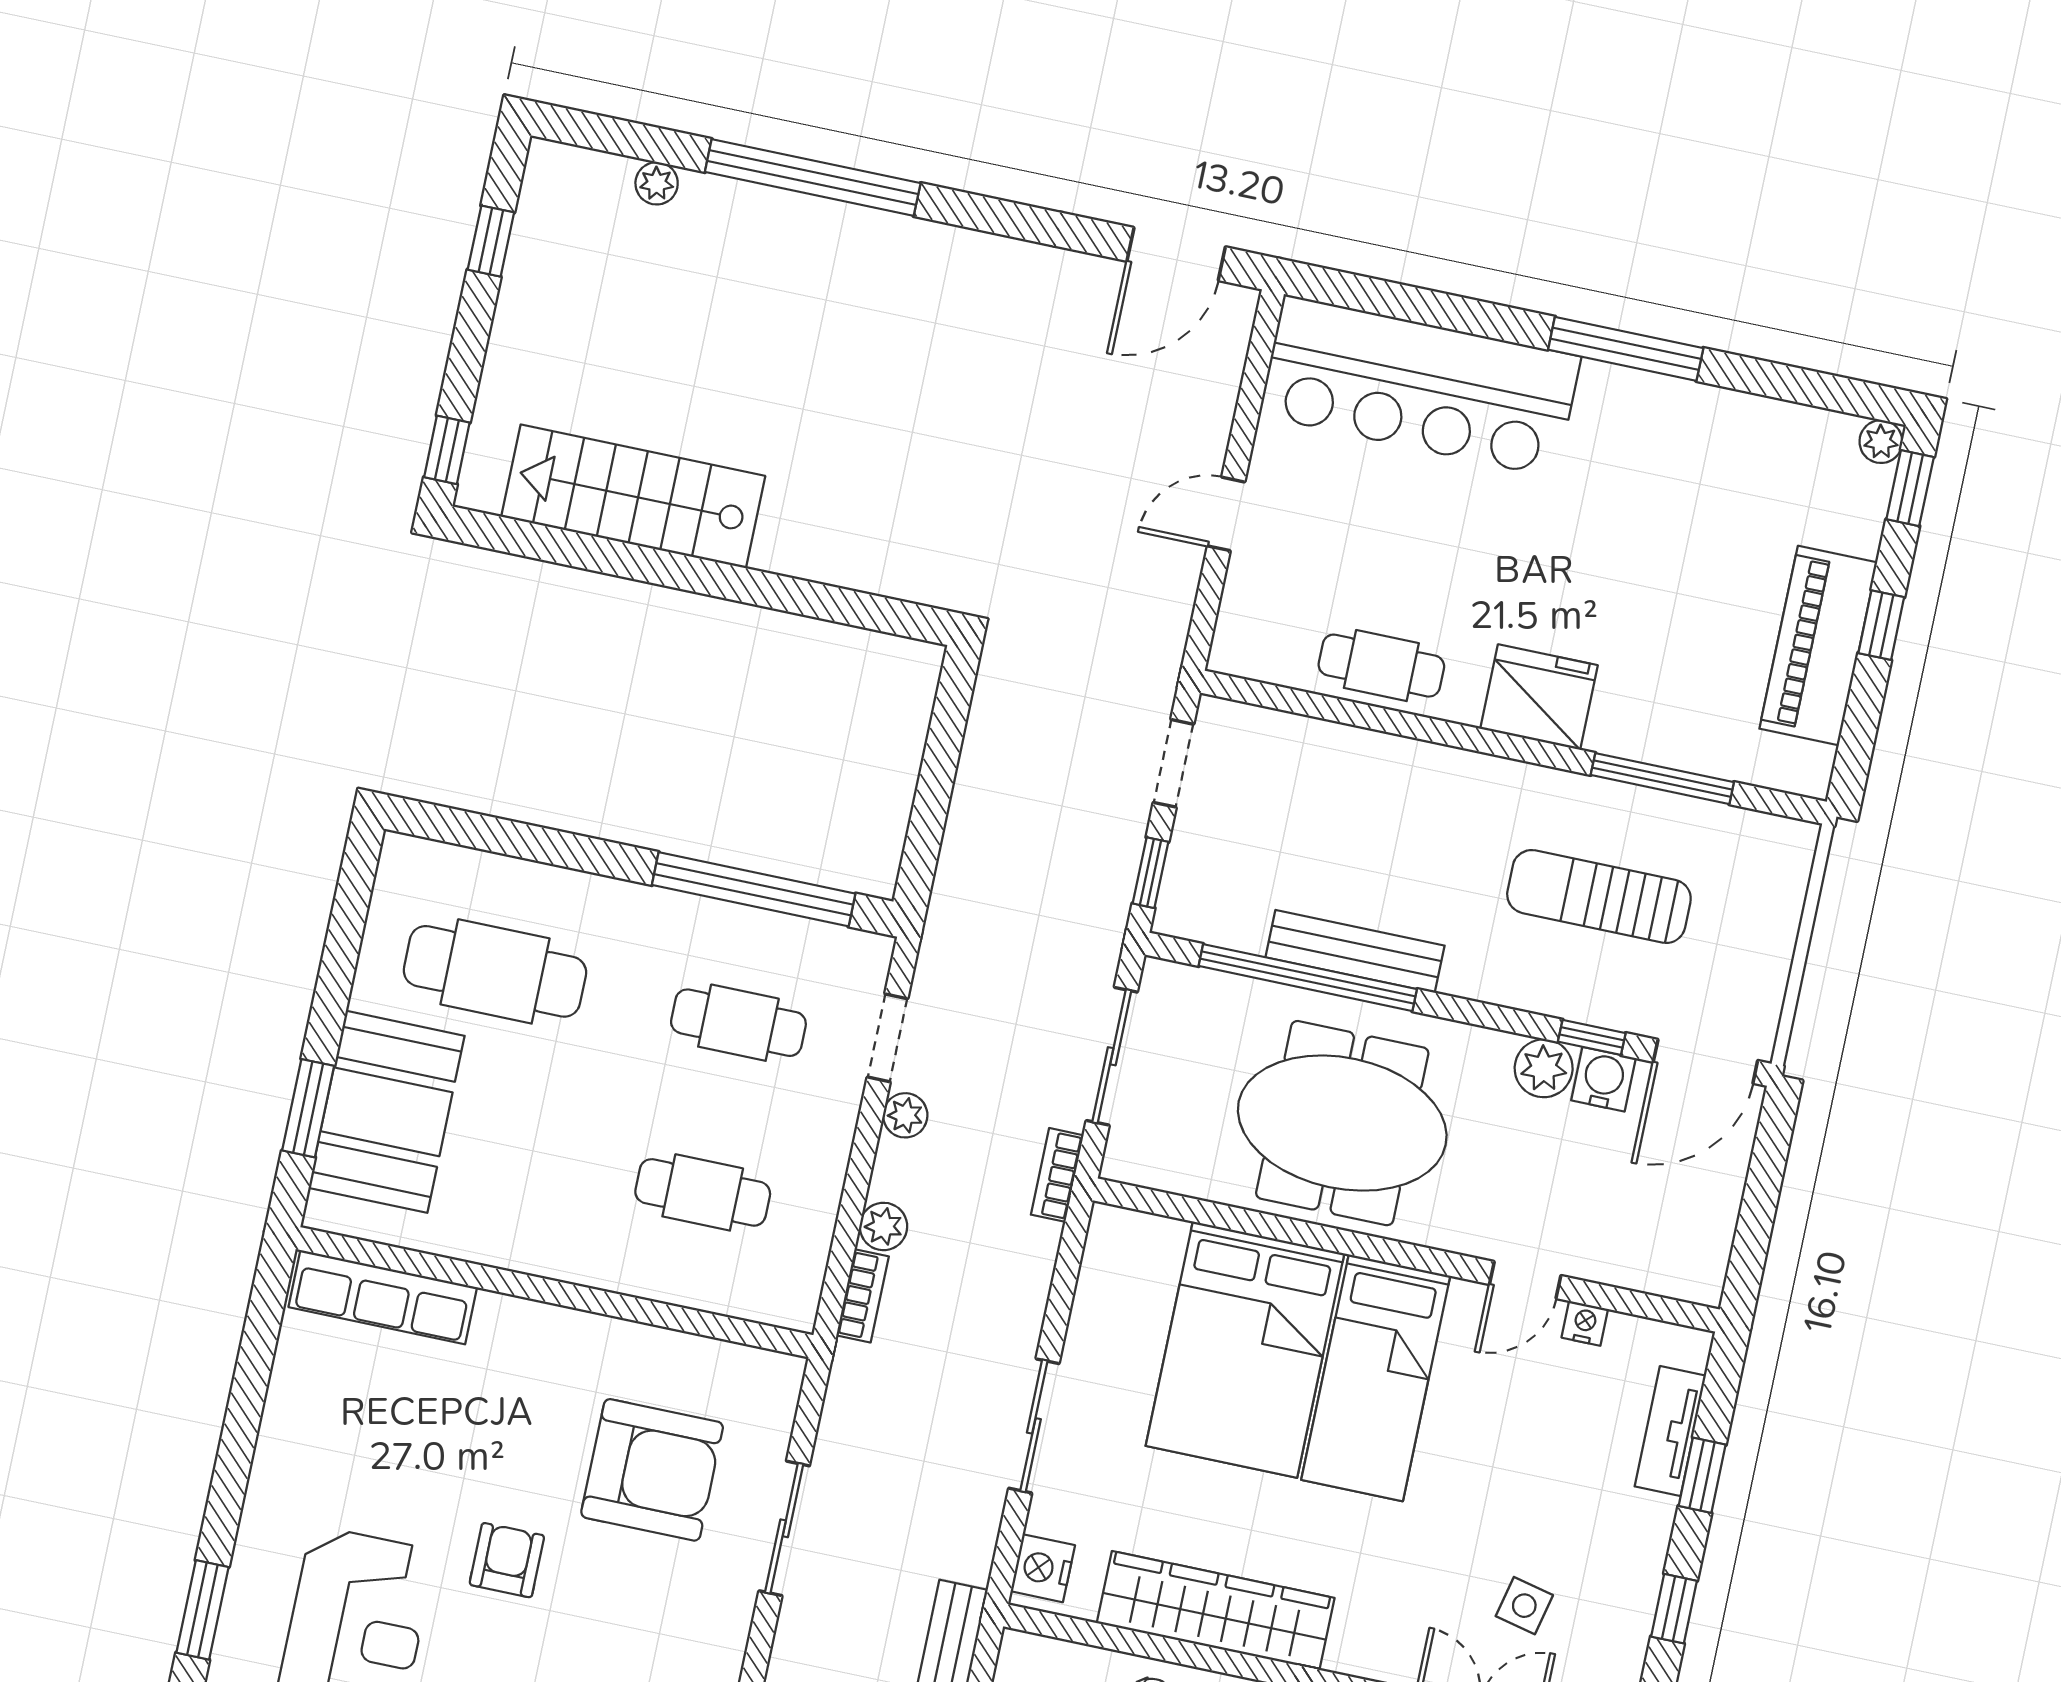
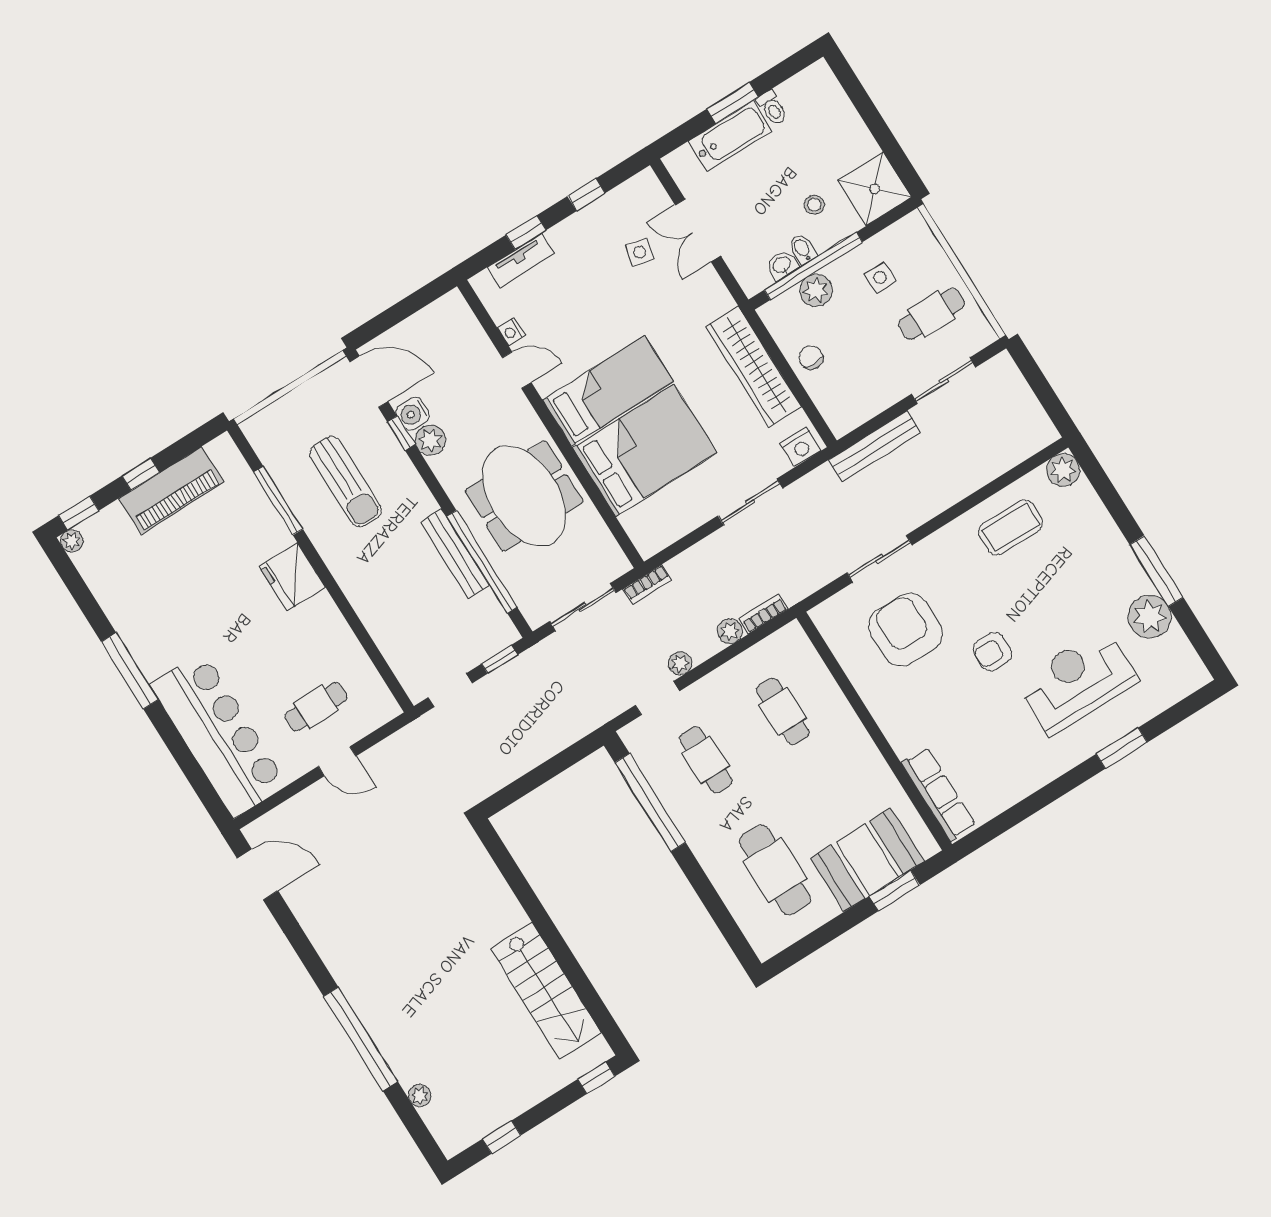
cafe table: (1381, 666) -> (316, 707), moved, turned 90

